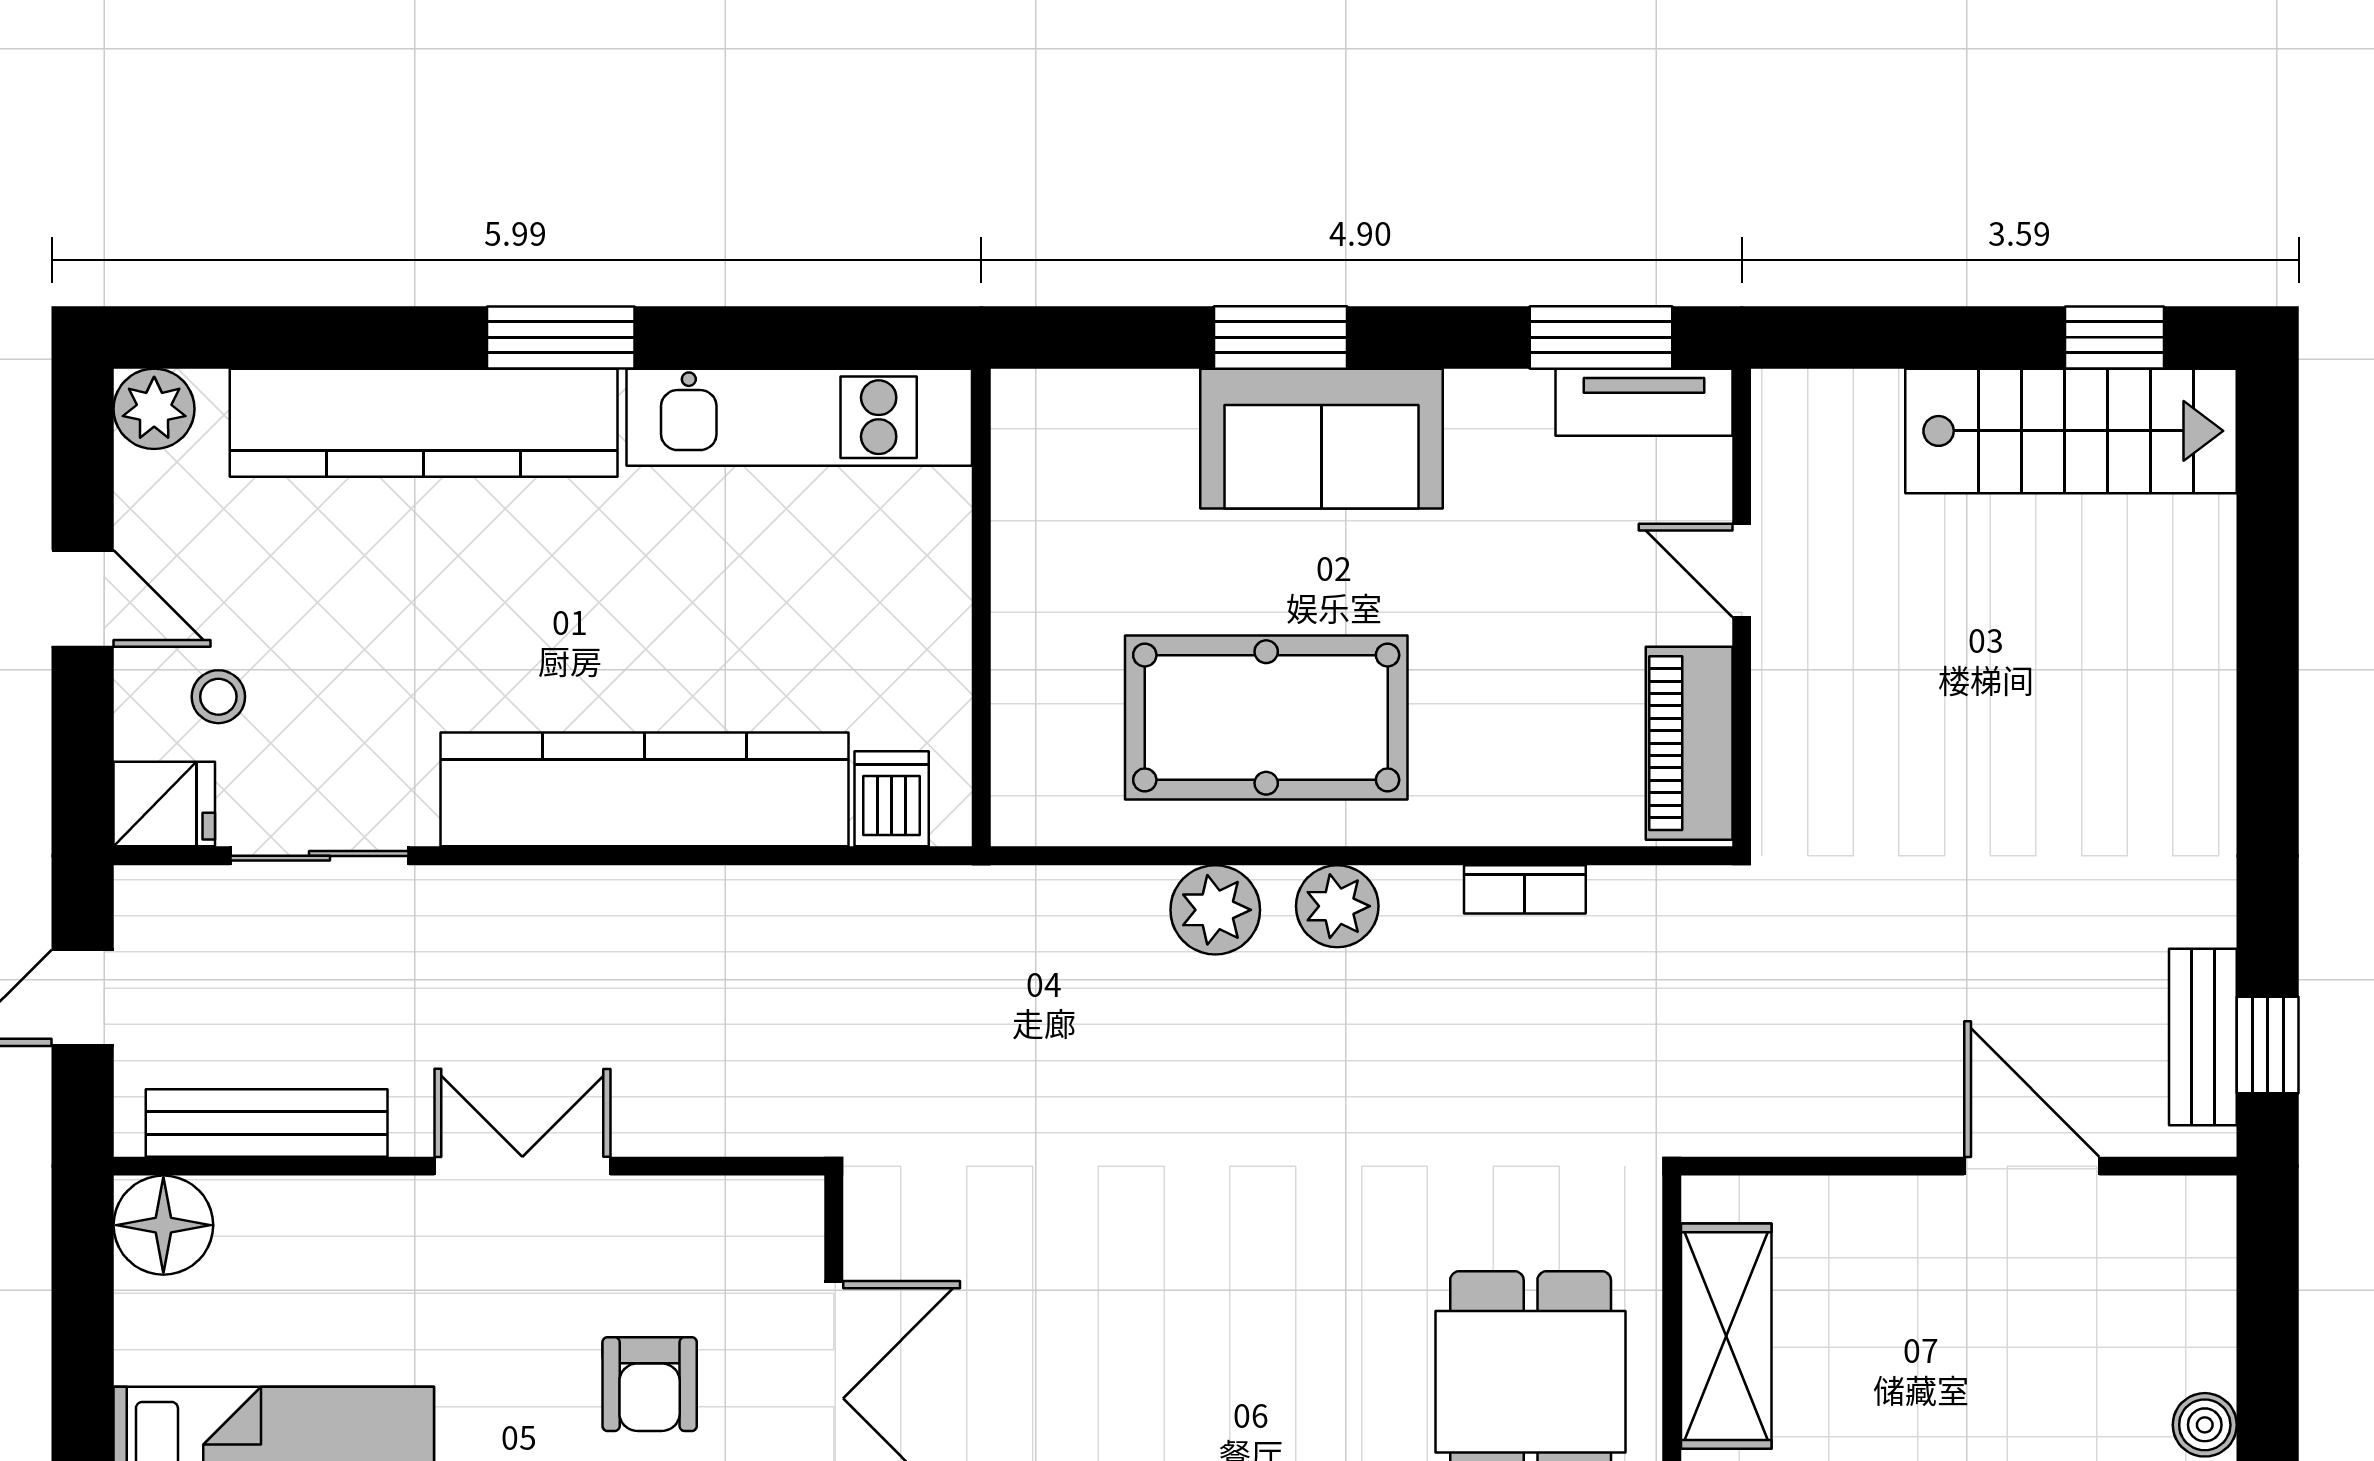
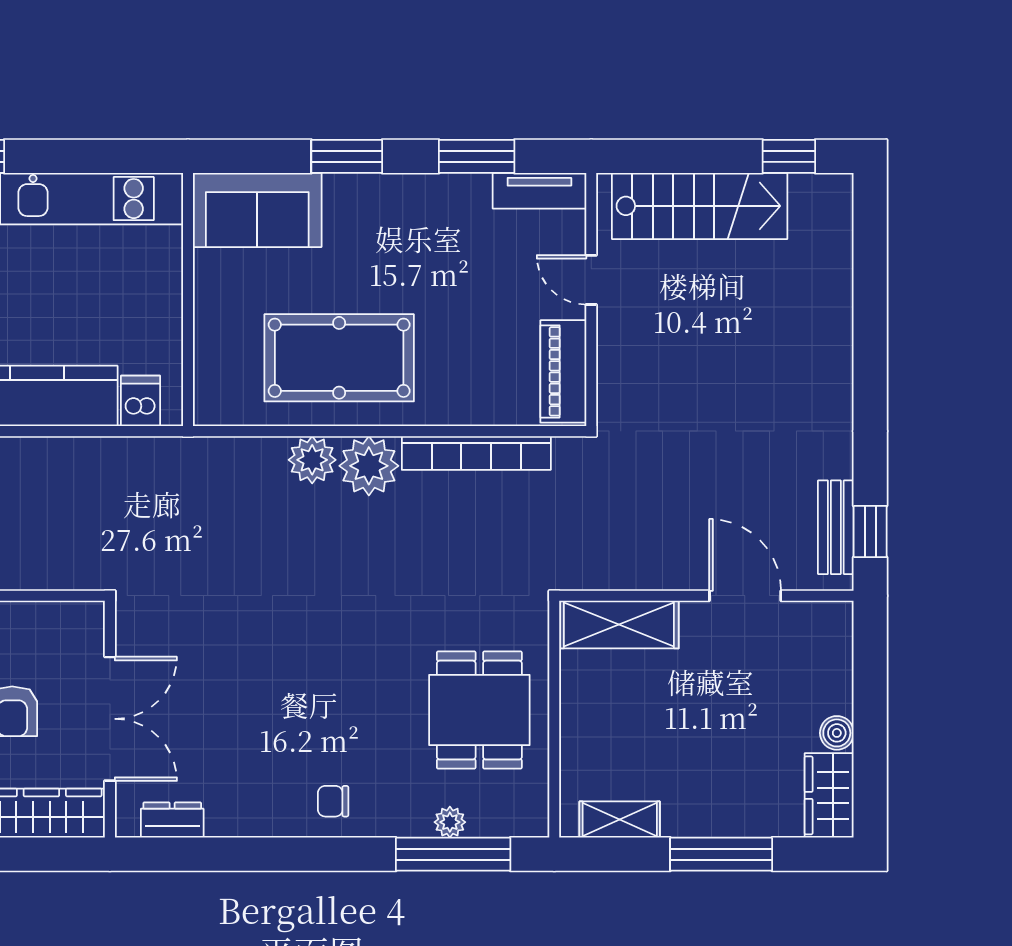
window: (1601, 337) -> (477, 156), moved
stairs: (2071, 431) -> (700, 206), moved
sofa: (1321, 439) -> (257, 210), moved
bookcase: (1525, 889) -> (476, 453), width x2.31, depth x1.31
plant: (1337, 906) -> (369, 466), width x1.36, depth x1.36
shelving: (1726, 1336) -> (619, 625), moved, turned 90

